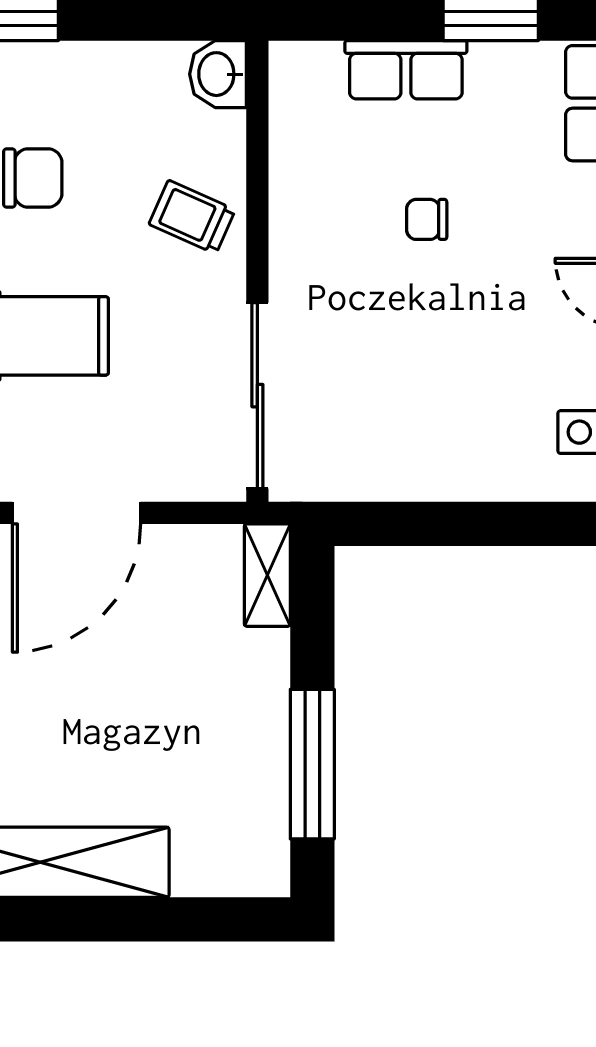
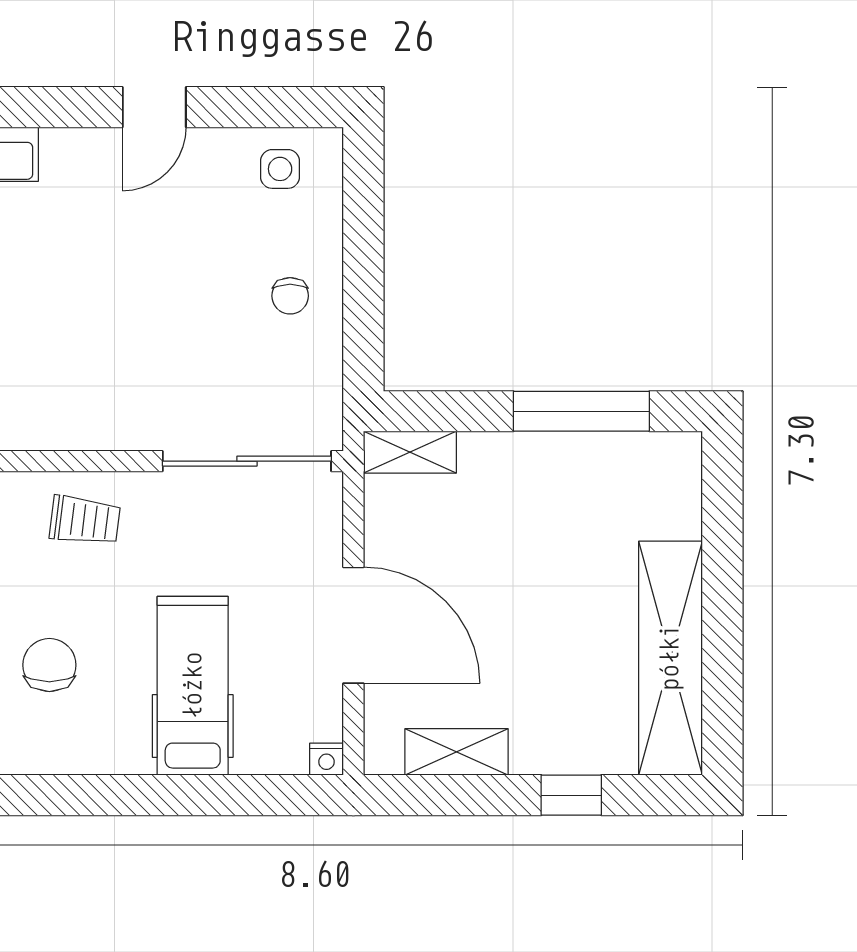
trolley: (192, 217) -> (85, 520), turned -107
chair: (427, 219) -> (290, 296), moved

